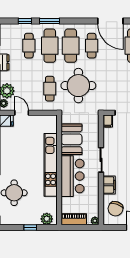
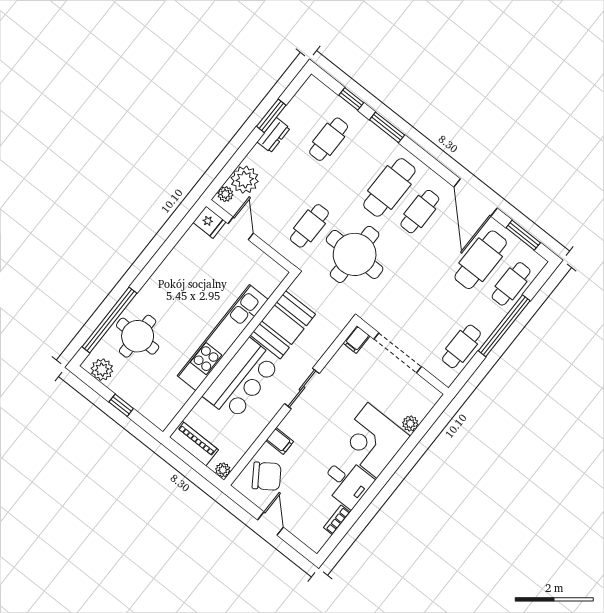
cafe table: (50, 46) -> (359, 163), removed
filing cabinet: (109, 185) -> (280, 441), width x0.50
chair: (115, 209) -> (267, 476), turned -143
plant: (47, 219) -> (102, 370), moved

